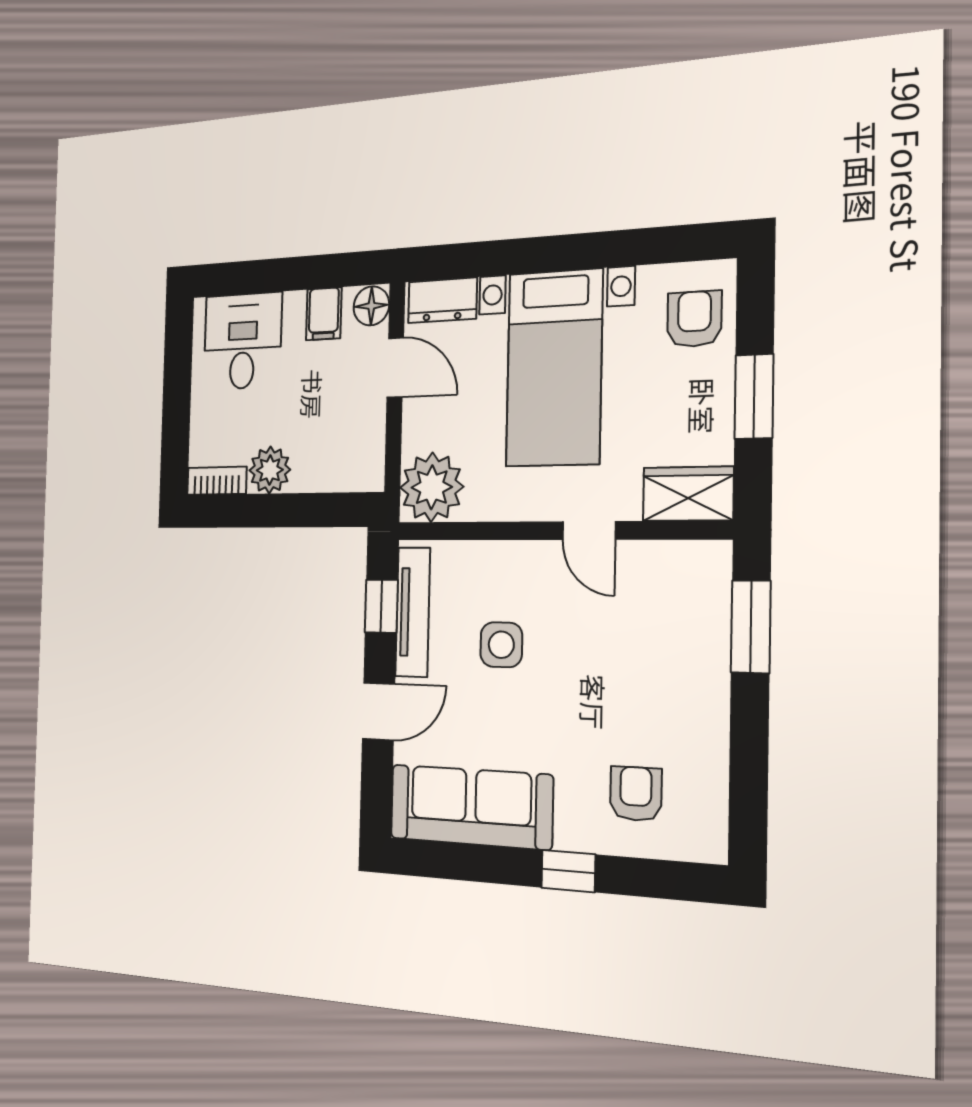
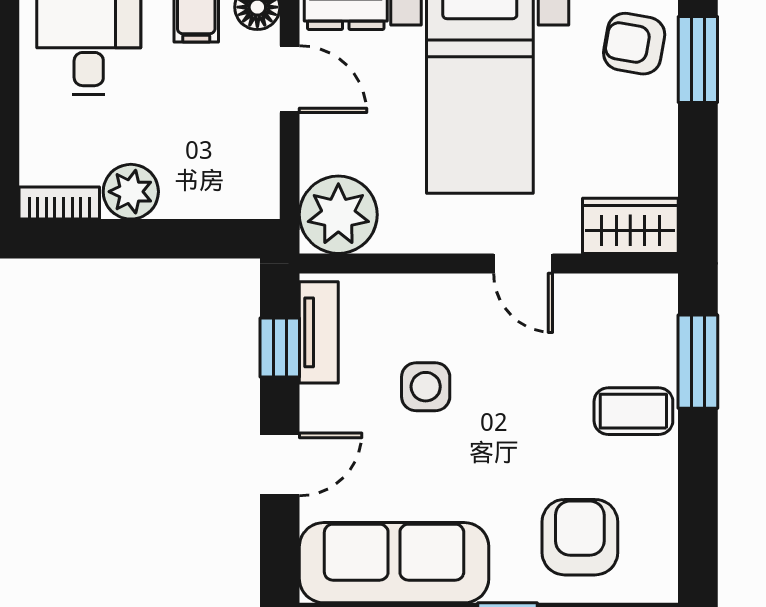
armchair: (694, 319) -> (634, 44), turned -80
window: (754, 397) -> (698, 59), moved
tv unit: (413, 612) -> (319, 332), width x0.71
coffee table: (688, 674) -> (633, 411), added
armchair: (636, 794) -> (580, 537), width x1.38, depth x1.38

